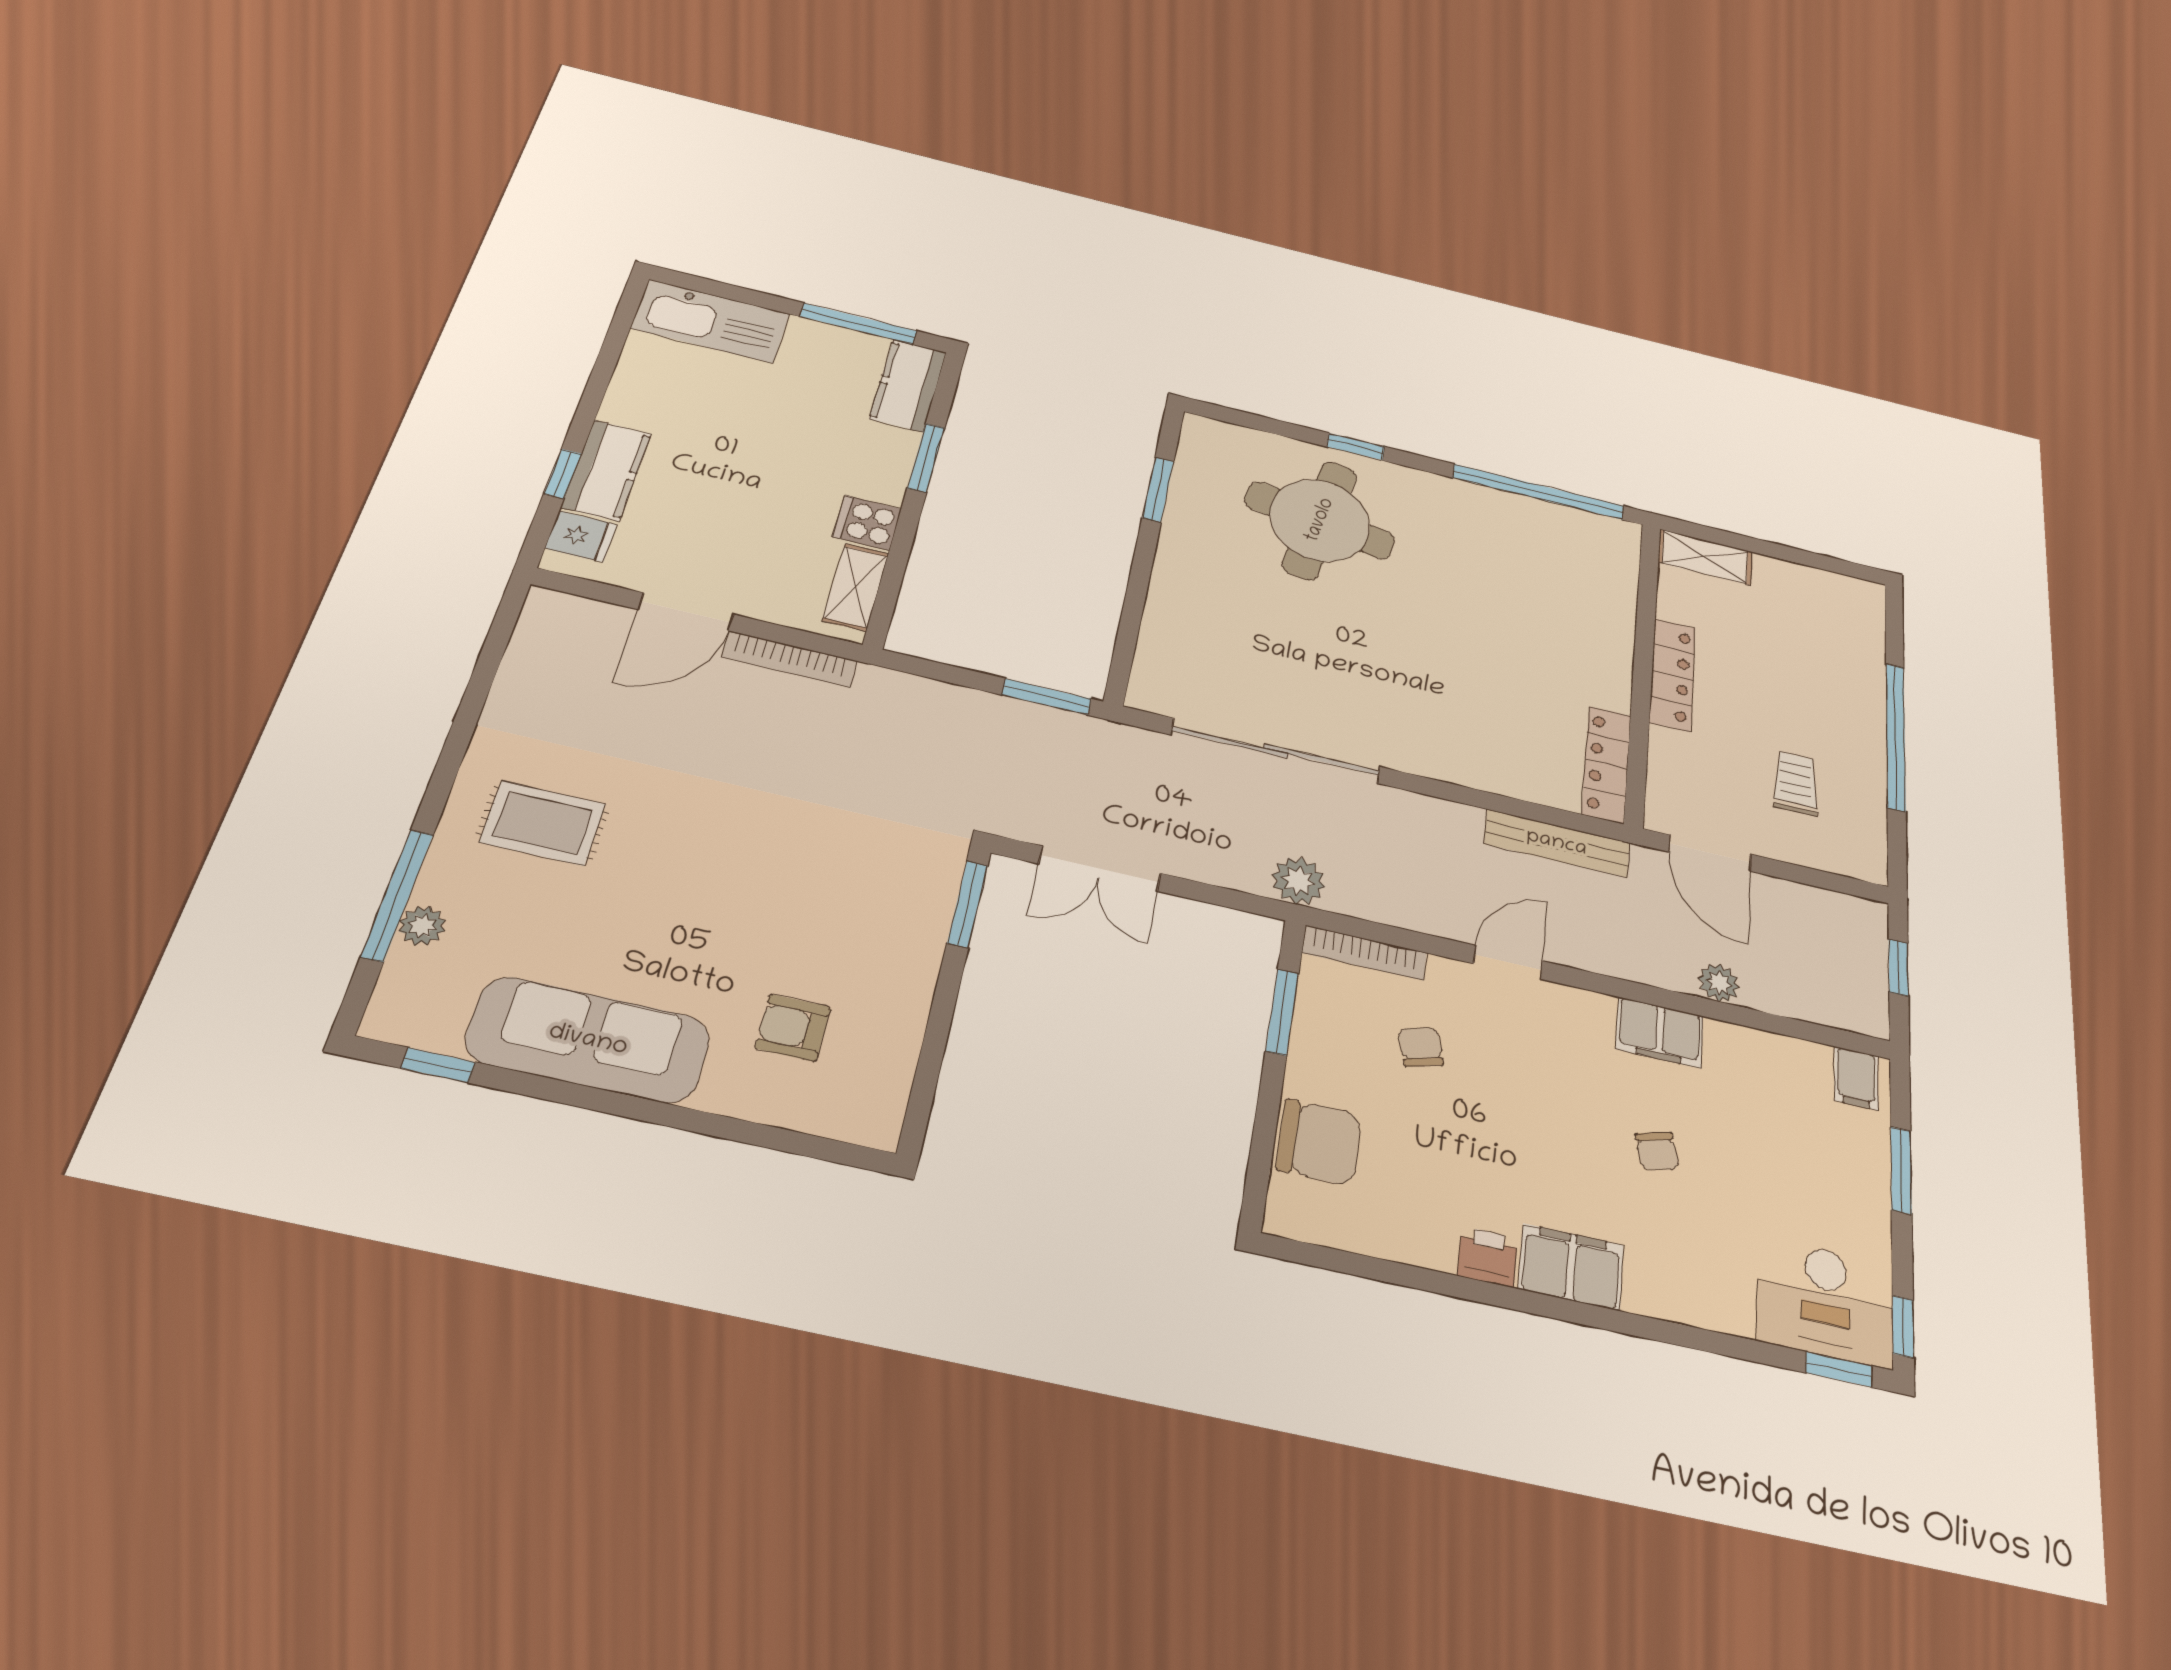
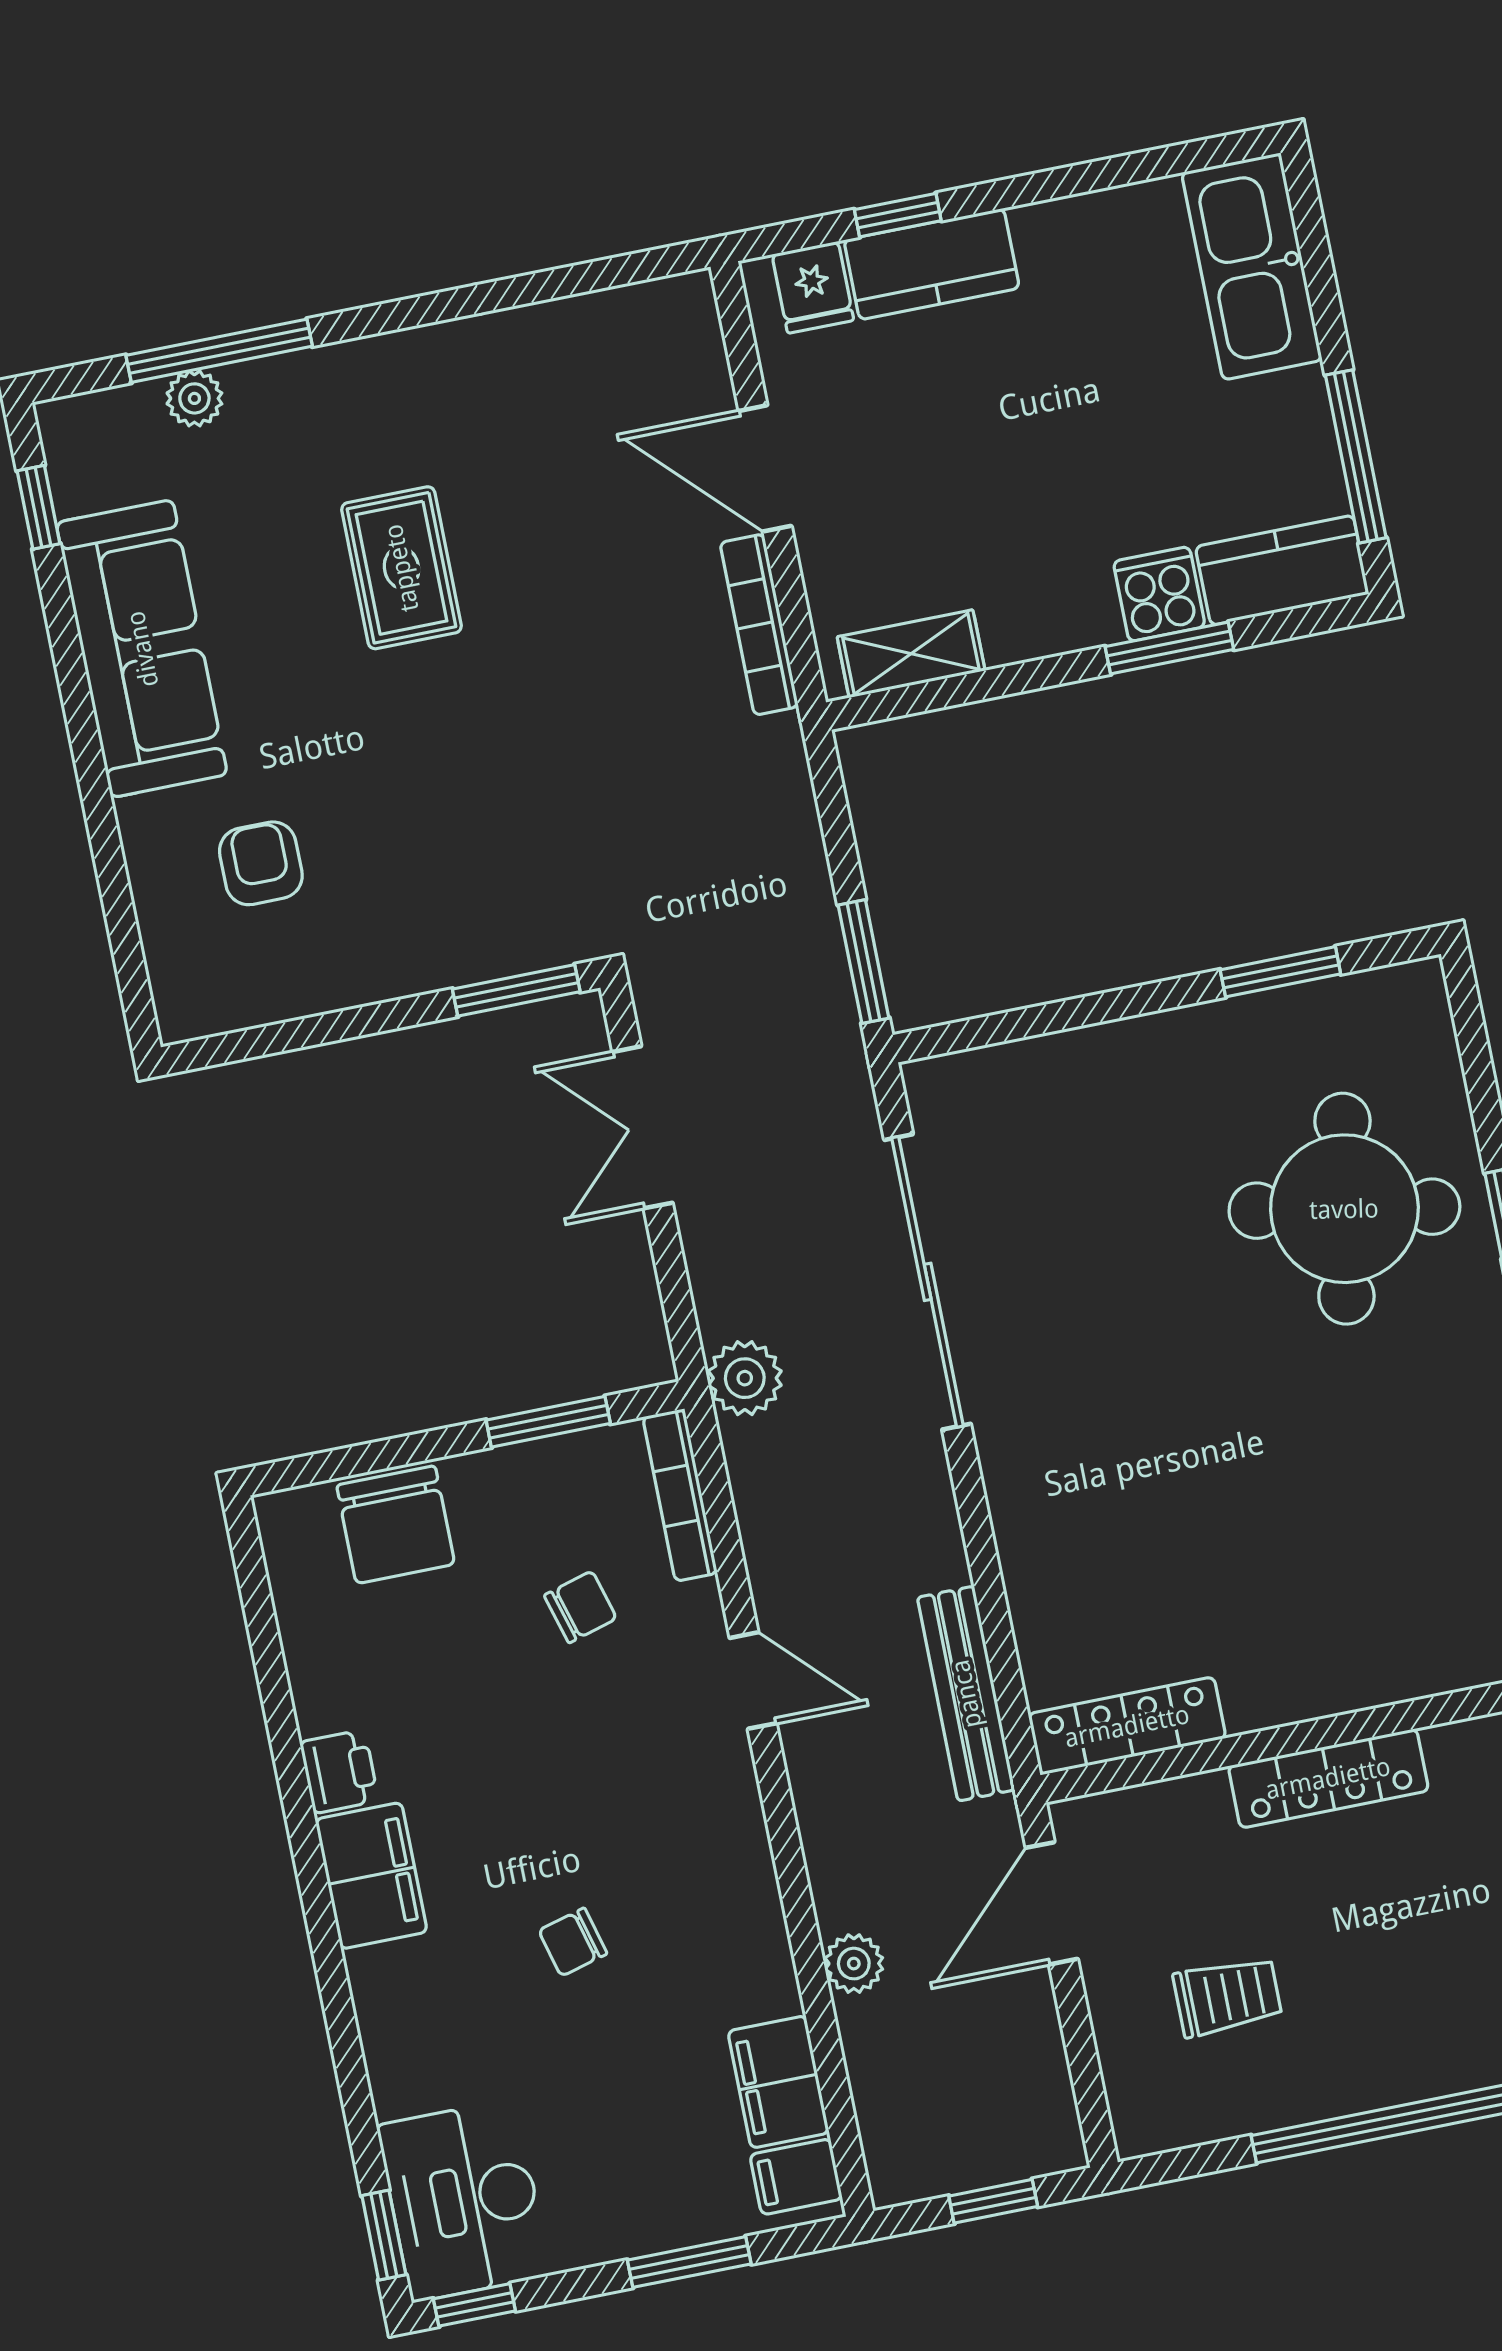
cooker: (867, 523) -> (1159, 594), moved
rug: (543, 823) -> (401, 568), moved
filing cabinet: (1660, 1033) -> (778, 2082), moved

